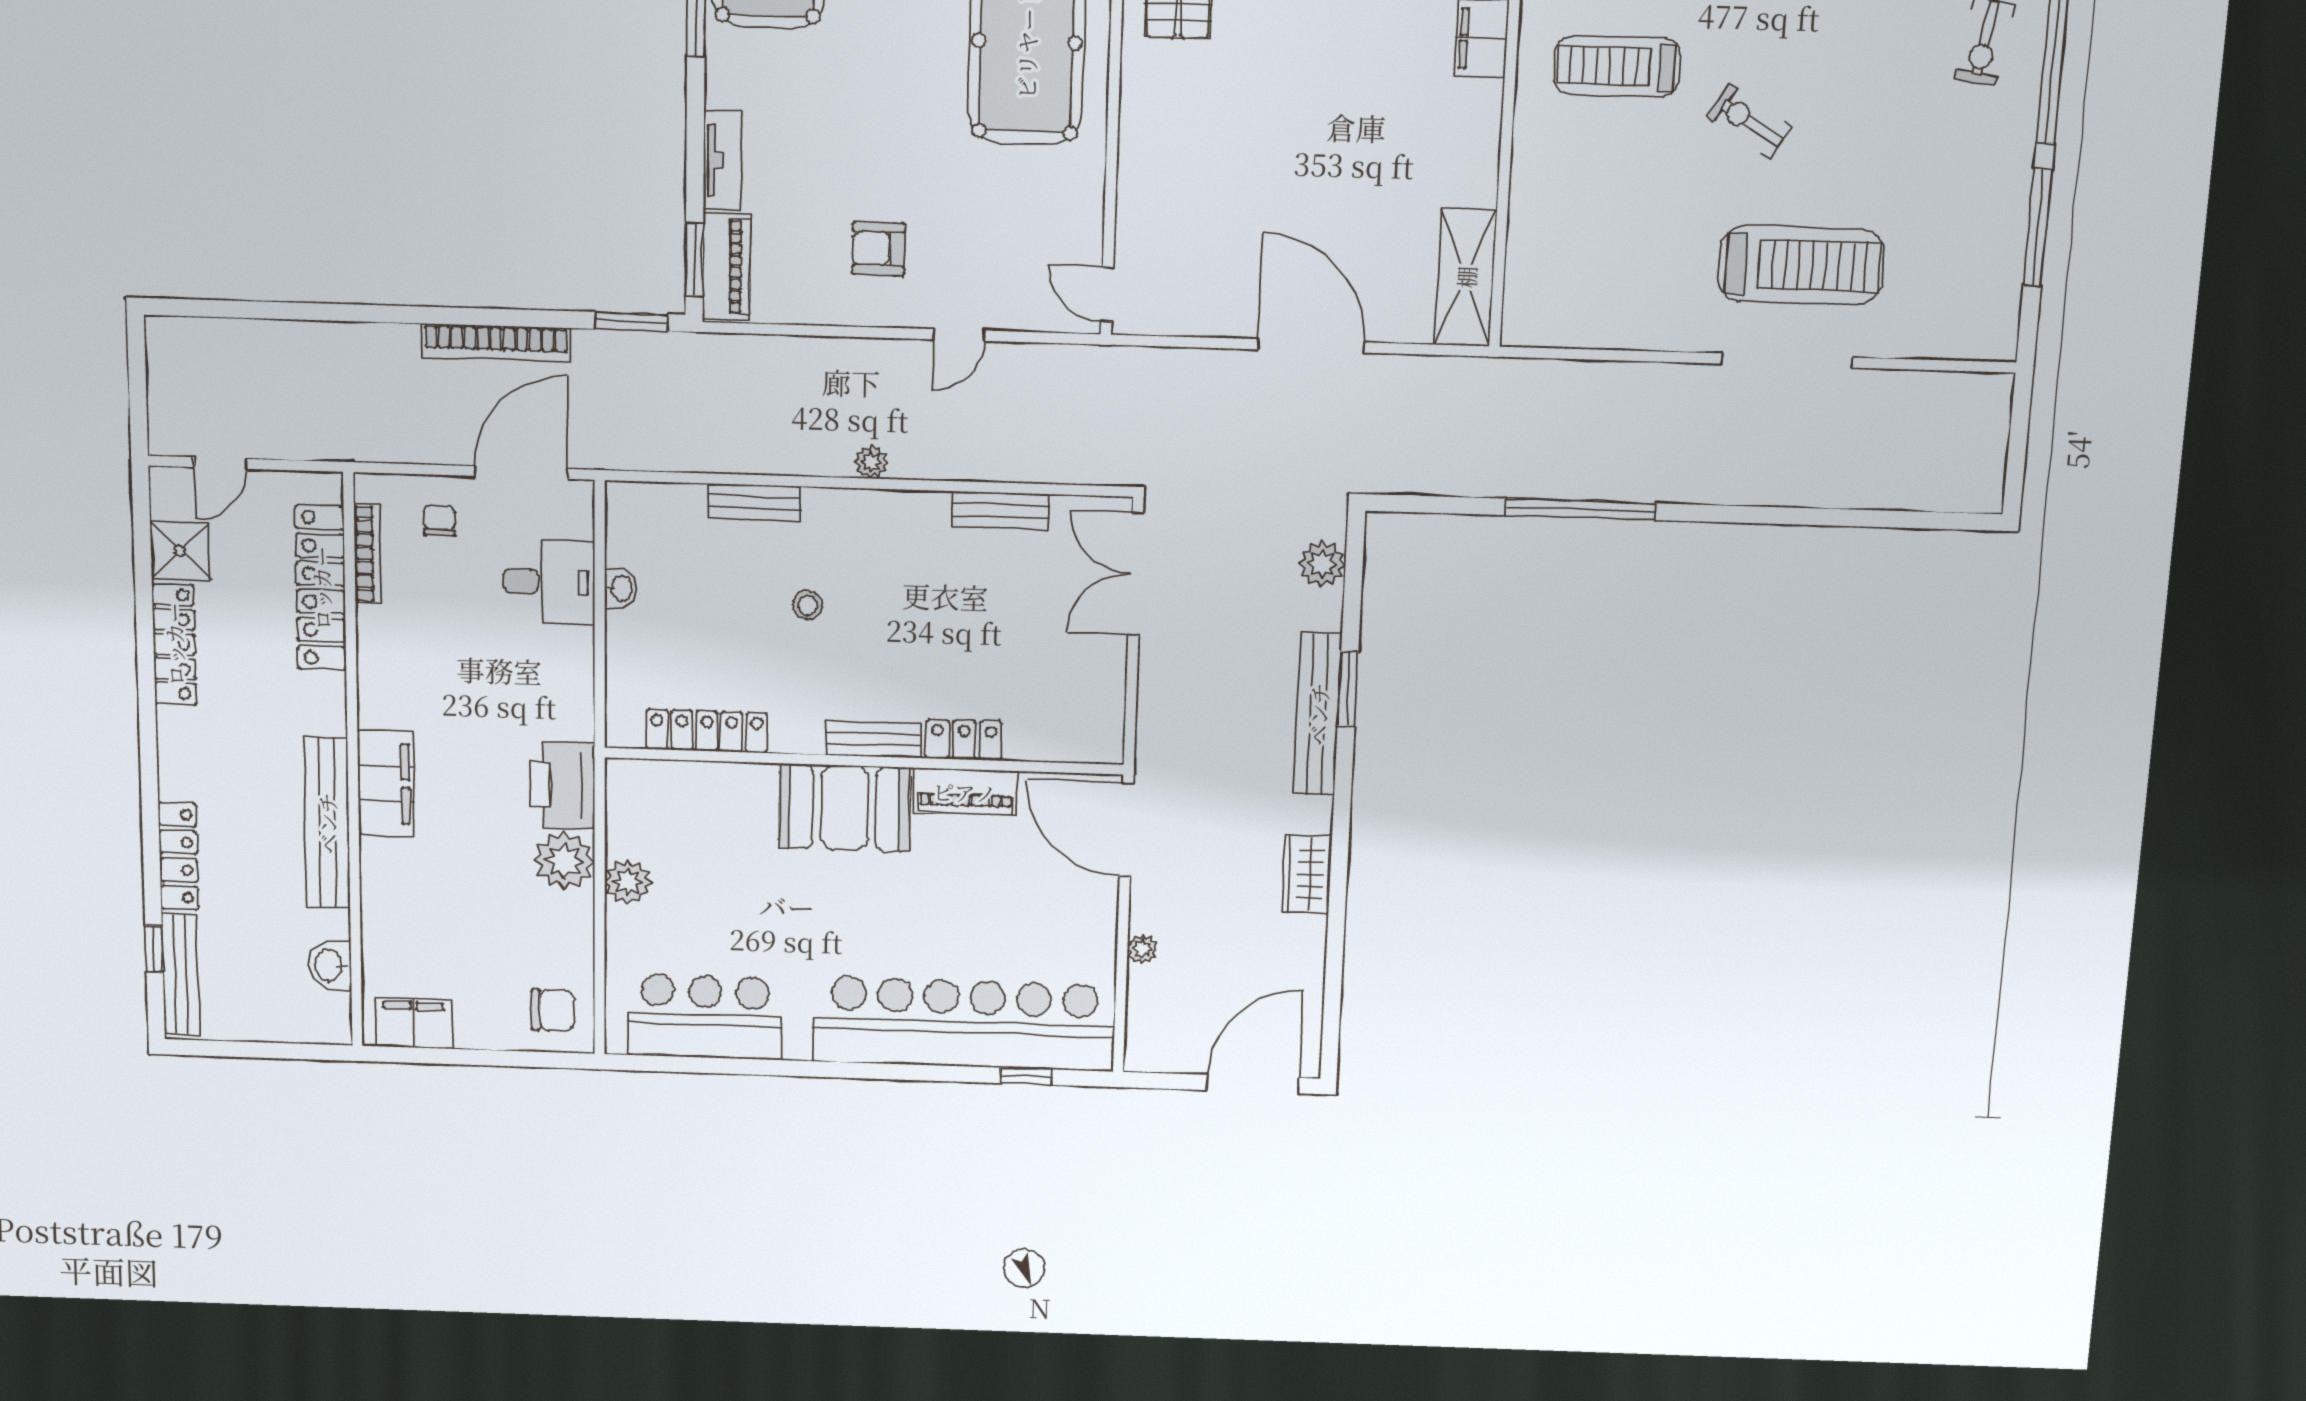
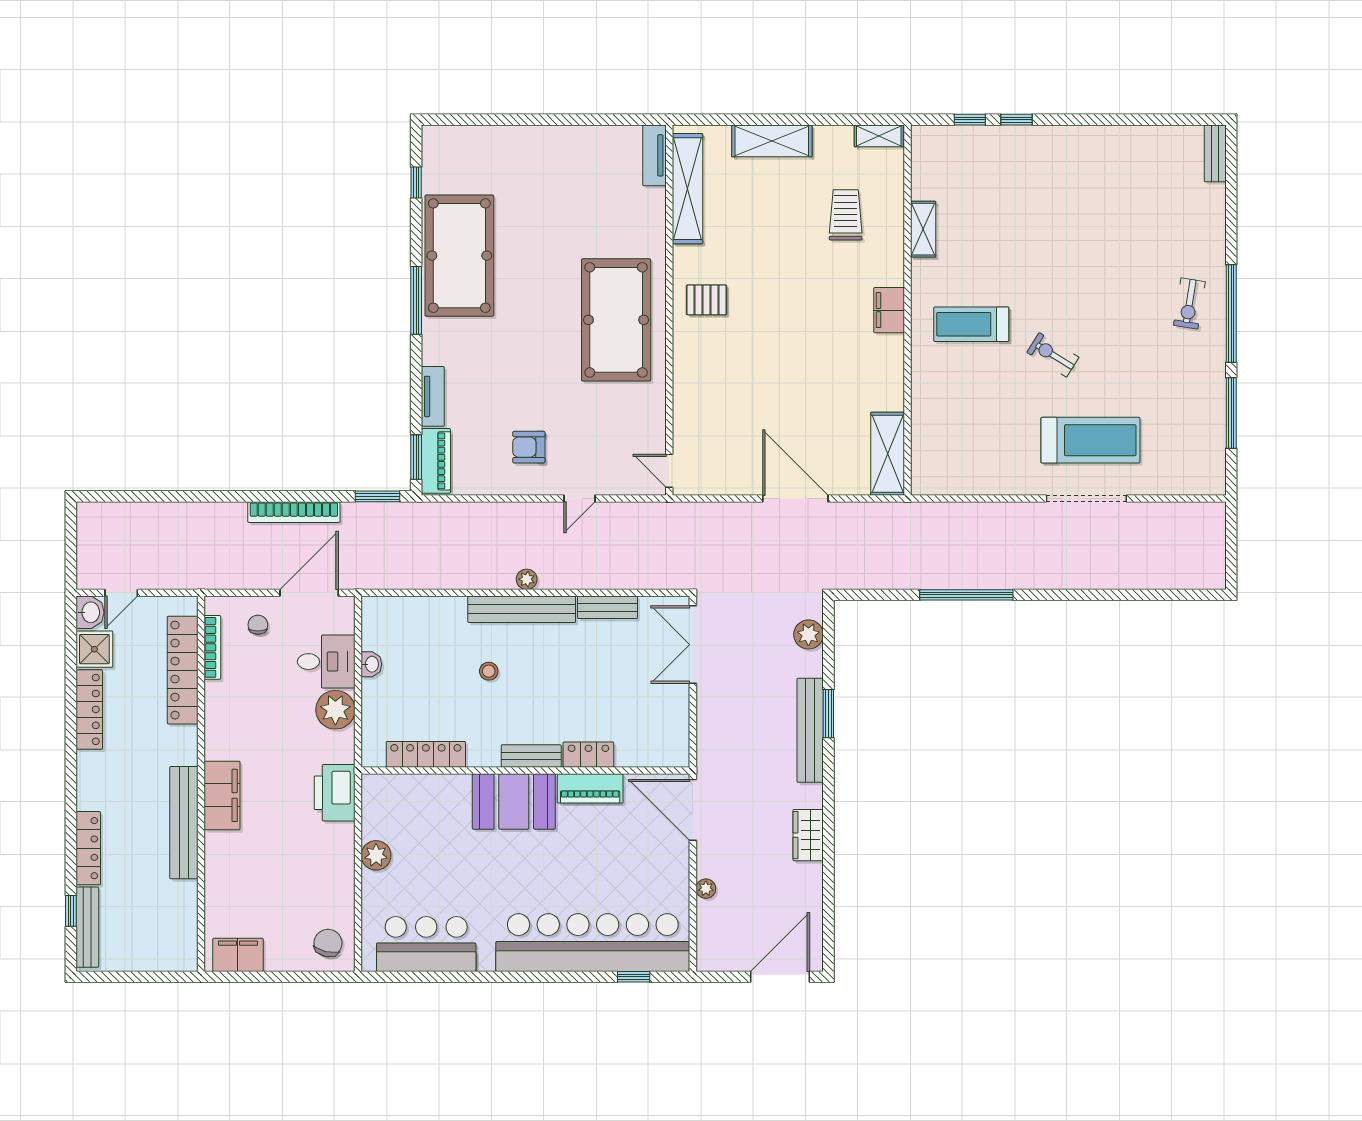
bench: (755, 502) -> (522, 609), moved, width x1.86, depth x1.21
plant: (564, 861) -> (335, 710), moved
washbasin: (330, 965) -> (90, 612), moved, turned 180
chair: (553, 1010) -> (328, 943), turned -77

